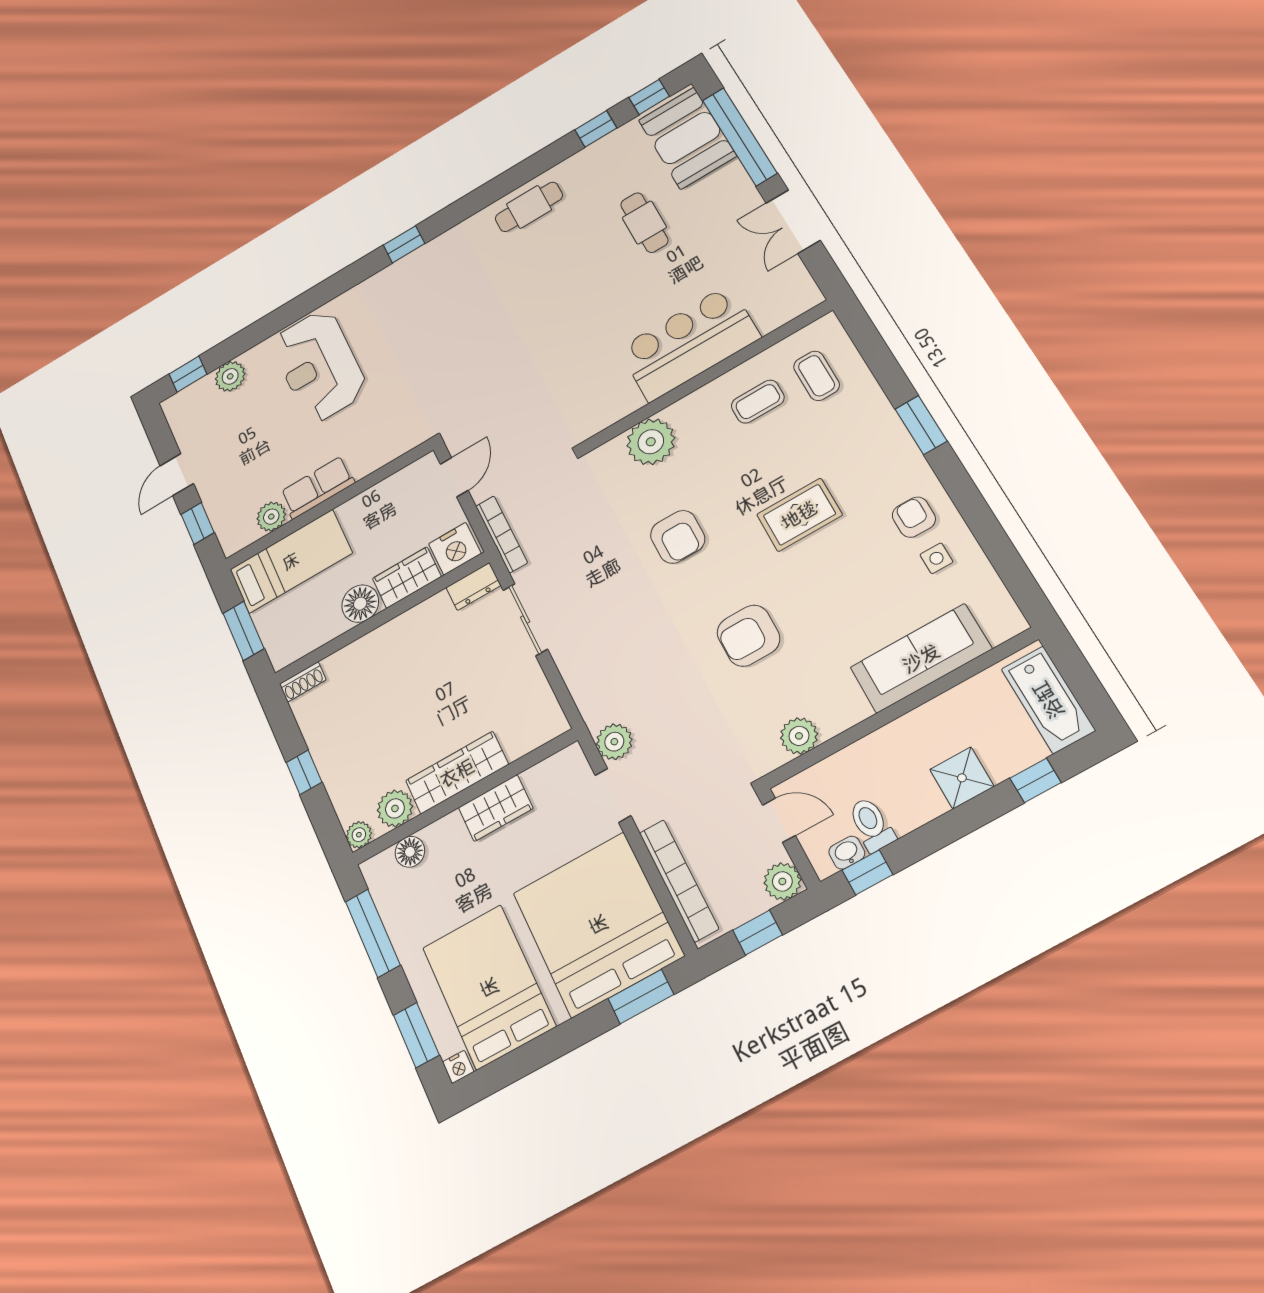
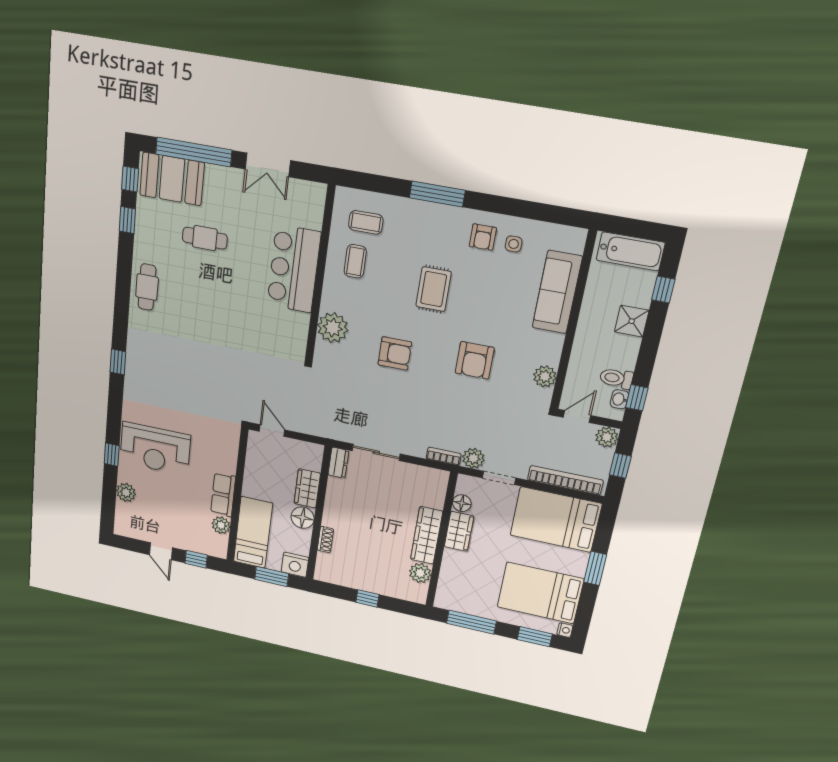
window: (188, 374) -> (112, 455), moved
window: (921, 425) -> (437, 194), width x1.44
armchair: (914, 517) -> (483, 237), turned -90
bookcase: (501, 534) -> (444, 456), moved, width x0.64
nightstand: (455, 549) -> (295, 565), moved, turned 90
shoe rack: (303, 682) -> (325, 539), moved
plant: (359, 835) -> (419, 596), removed
floor lamp: (410, 852) -> (462, 503), moved
bed: (598, 924) -> (556, 520), width x0.73
window: (641, 996) -> (595, 568), moved

